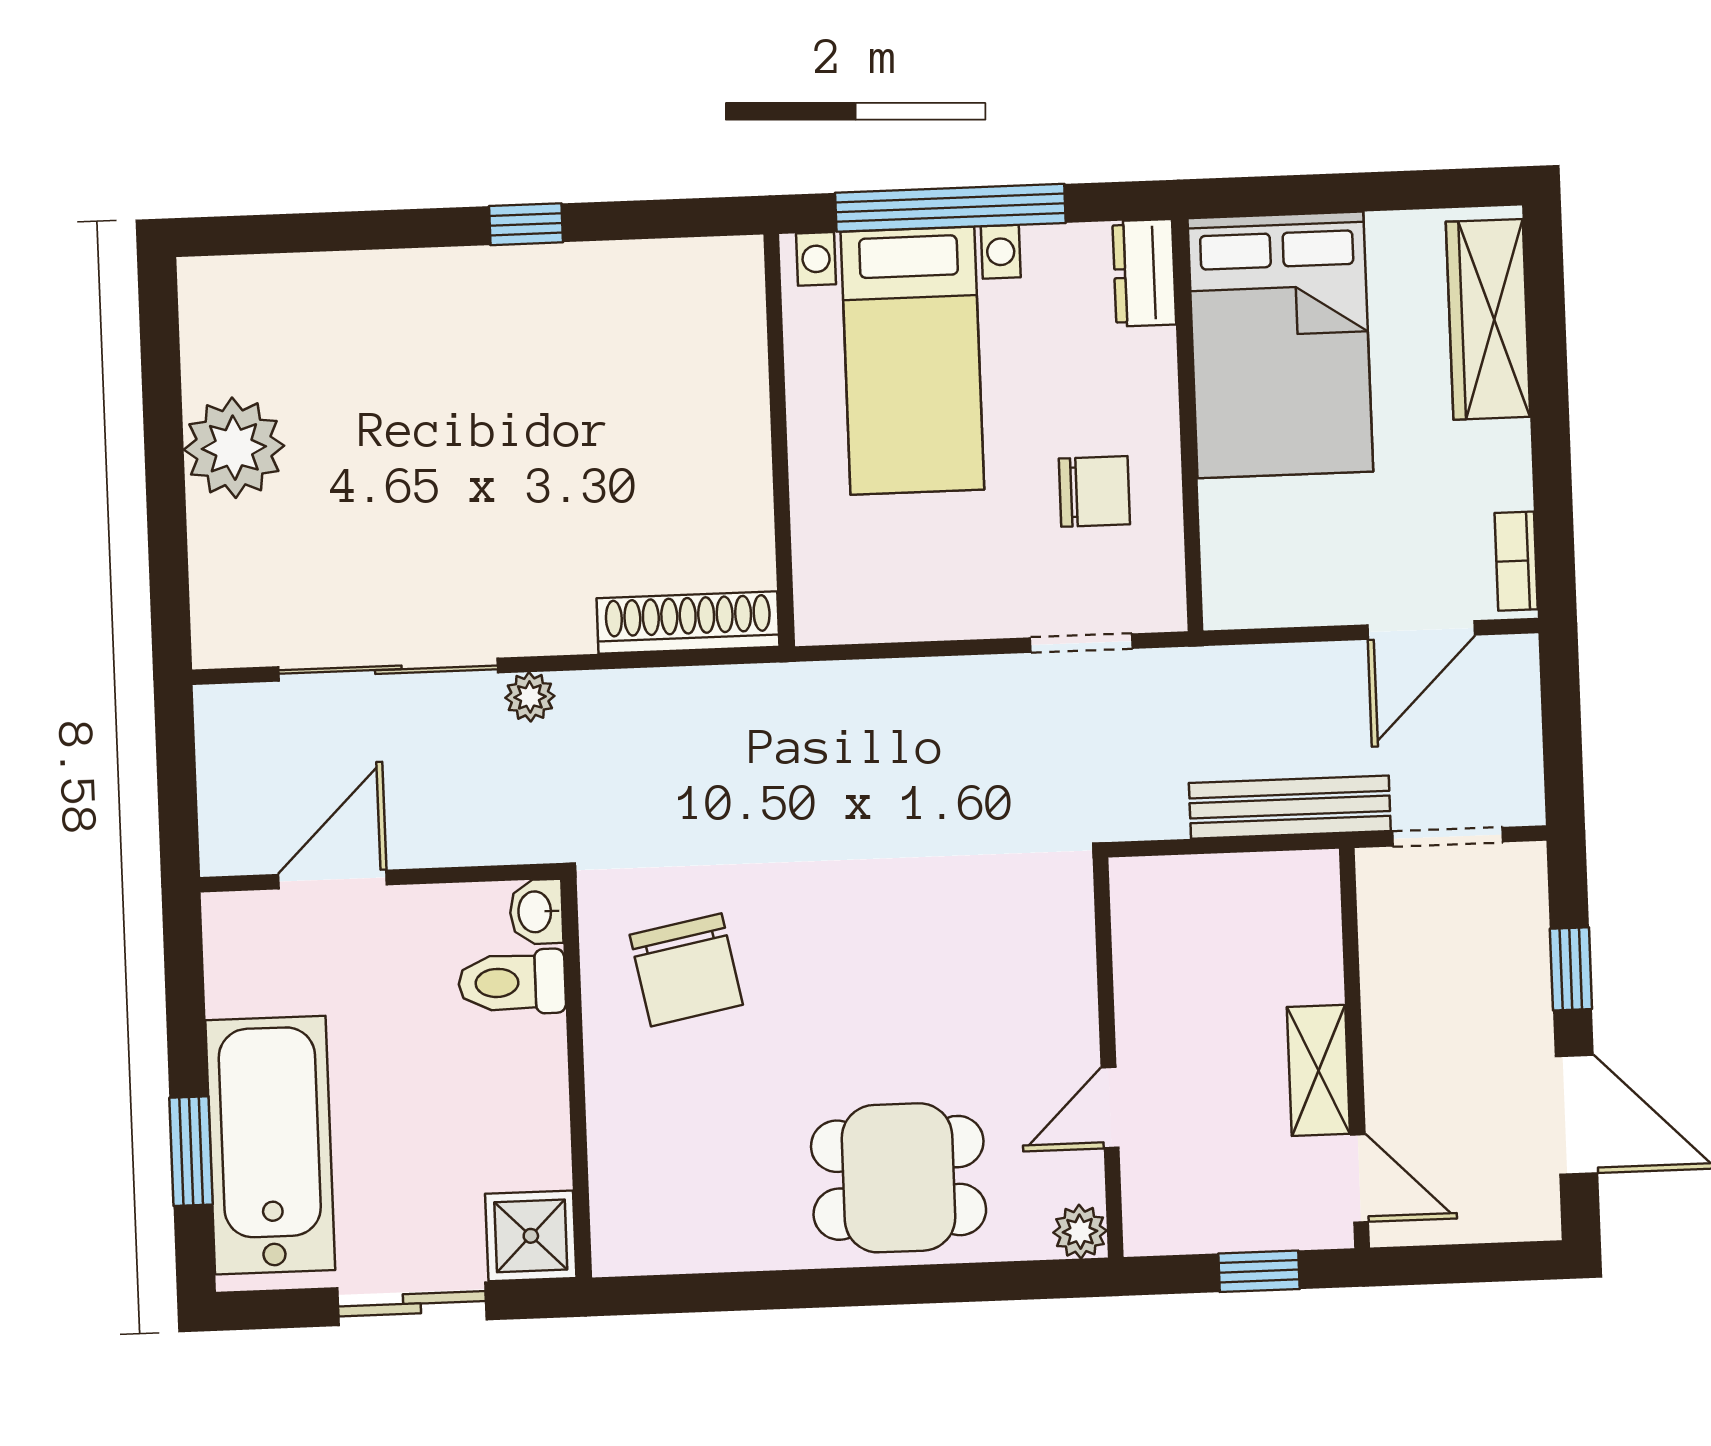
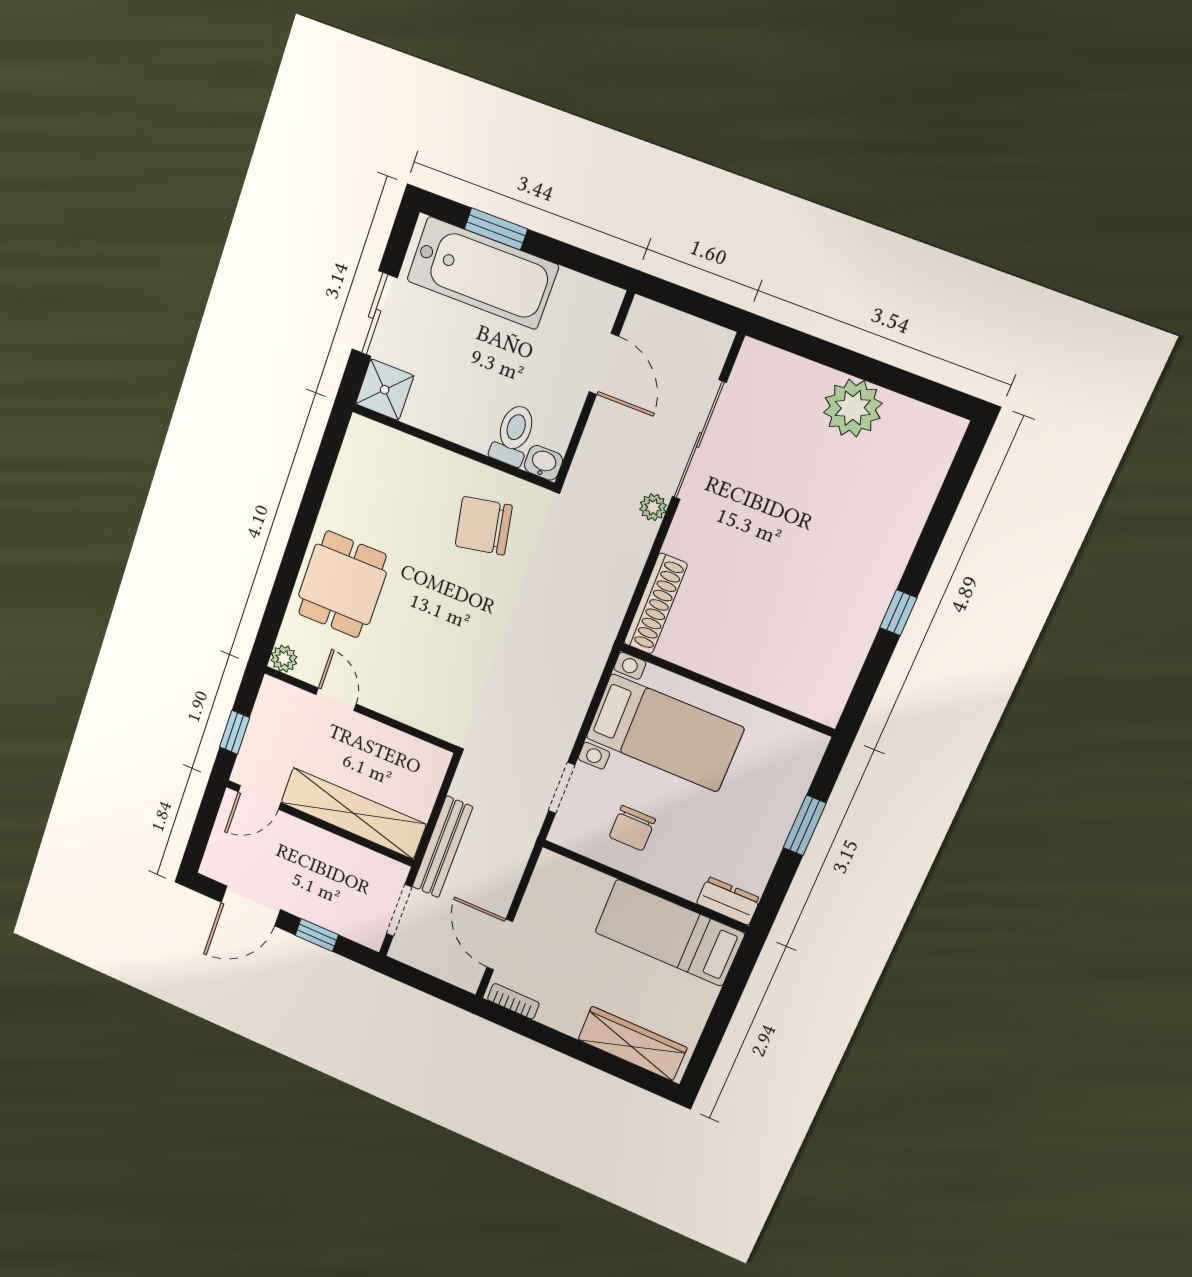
window: (950, 208) -> (805, 825), width x0.47
bed: (1280, 345) -> (669, 933), width x0.67
bed with nightstands: (912, 361) -> (665, 733), moved, turned 180
shelving: (1318, 1070) -> (353, 813), width x2.20, depth x1.33

